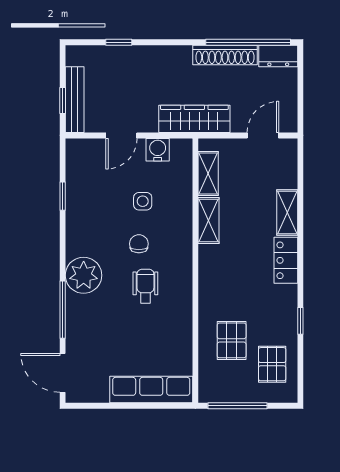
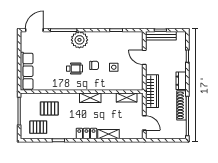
dresser: (278, 56) -> (181, 81), moved
water cooler: (158, 150) -> (138, 74), removed
shelving: (209, 220) -> (90, 98), moved

